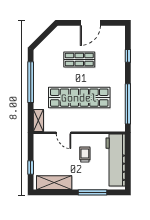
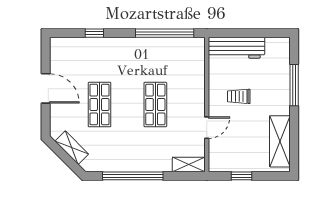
shelving: (50, 41) -> (72, 148), added
shop shelf: (79, 98) -> (155, 105), width x0.50, depth x0.74
workbench: (116, 160) -> (236, 48), width x0.73, depth x0.76
window: (31, 167) -> (242, 176), moved

